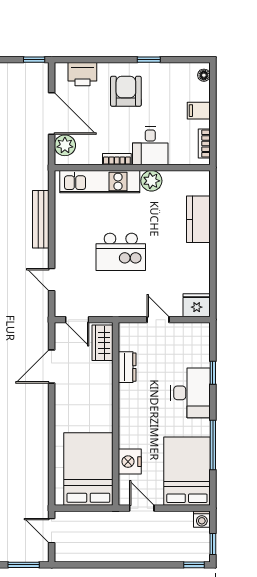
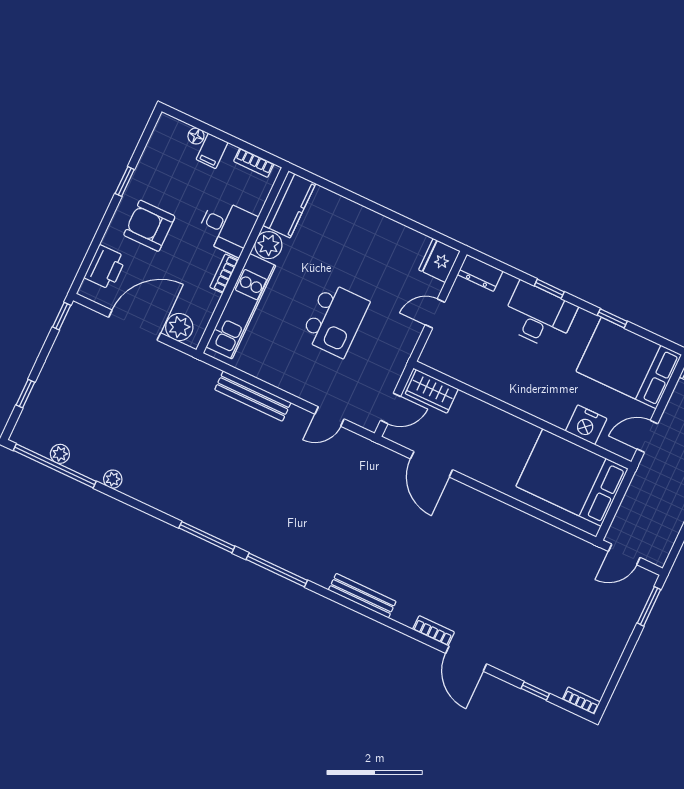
floor lamp: (204, 75) -> (196, 136), moved
kitchen counter: (198, 219) -> (289, 204), moved, turned -90
dresser: (127, 367) -> (480, 273), moved, turned 180
window: (213, 373) -> (549, 289), moved
window: (213, 445) -> (612, 318), width x0.46

